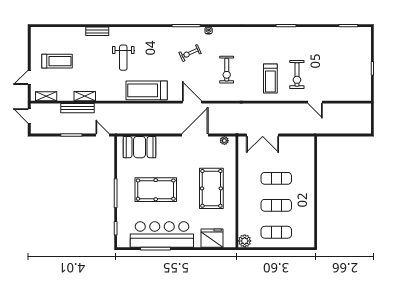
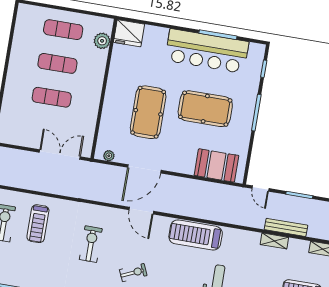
treadmill: (270, 79) -> (38, 224), turned 180
treadmill: (147, 90) -> (196, 235), turned 180
pool table: (211, 188) -> (148, 112), moved
fridge: (212, 238) -> (129, 33), moved
plant: (245, 241) -> (102, 41), moved

